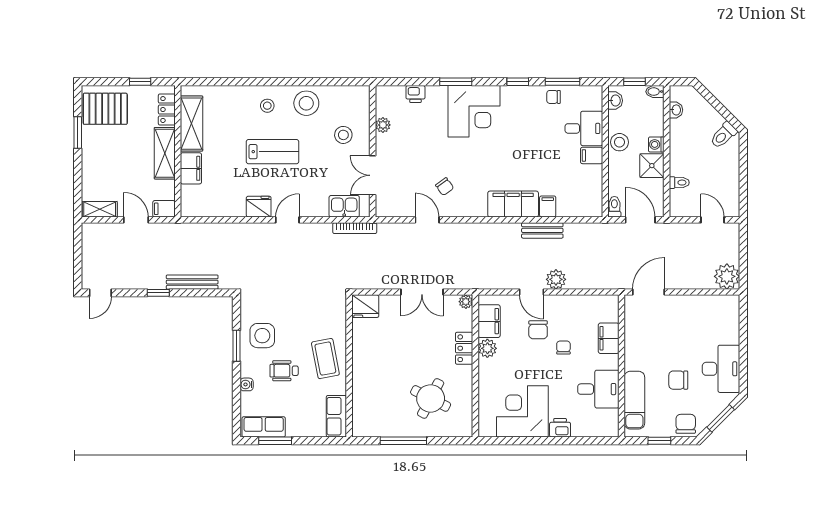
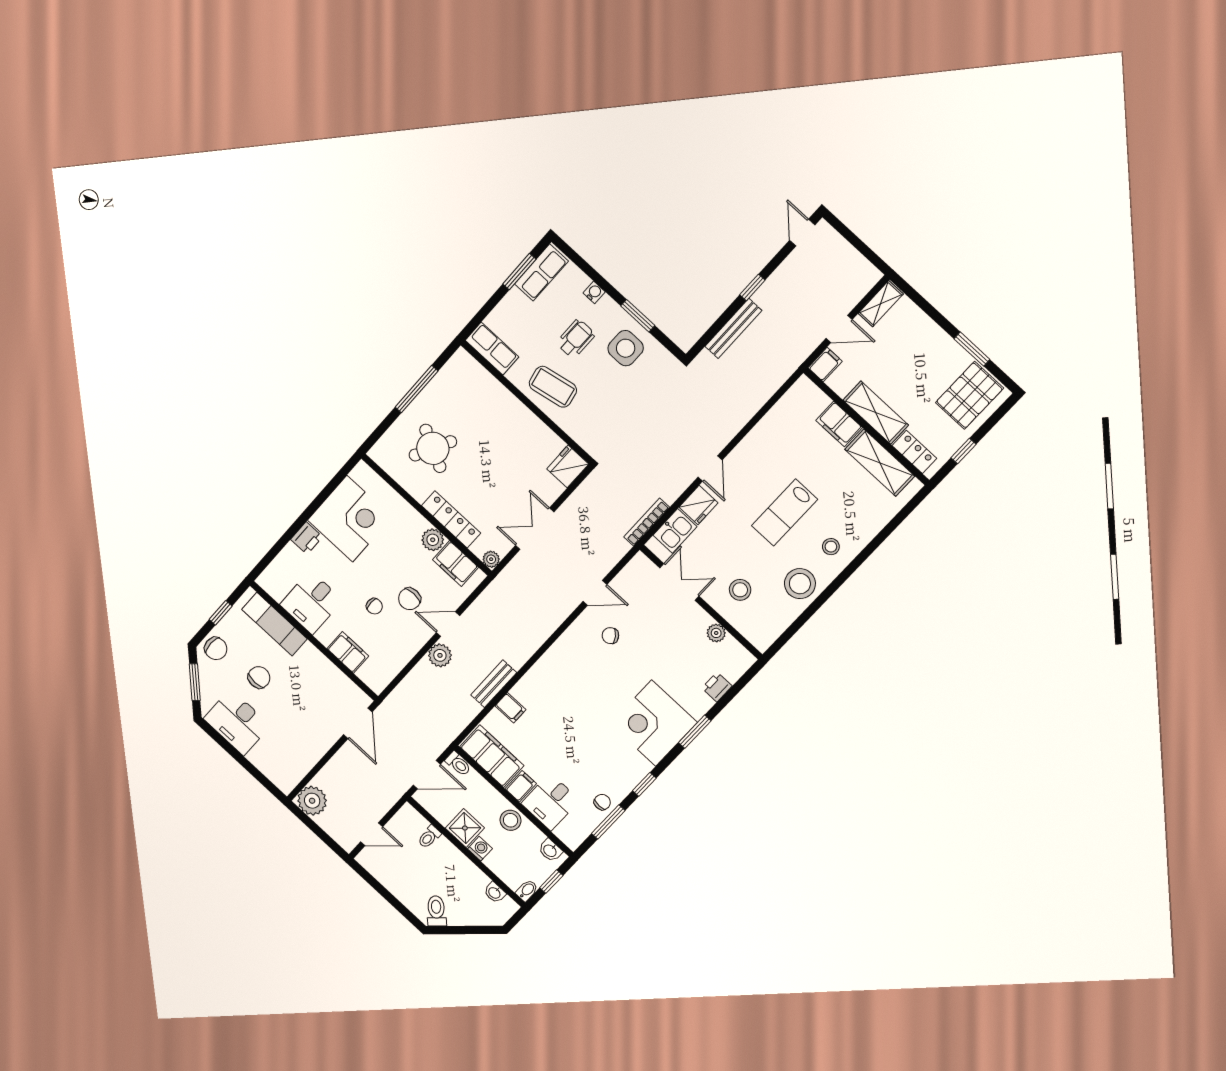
filing cabinet: (513, 204) -> (492, 756), moved, turned -90
fridge: (259, 207) -> (698, 505), moved
chair: (538, 330) -> (409, 599), turned -90
locker: (464, 348) -> (451, 519), width x1.53

